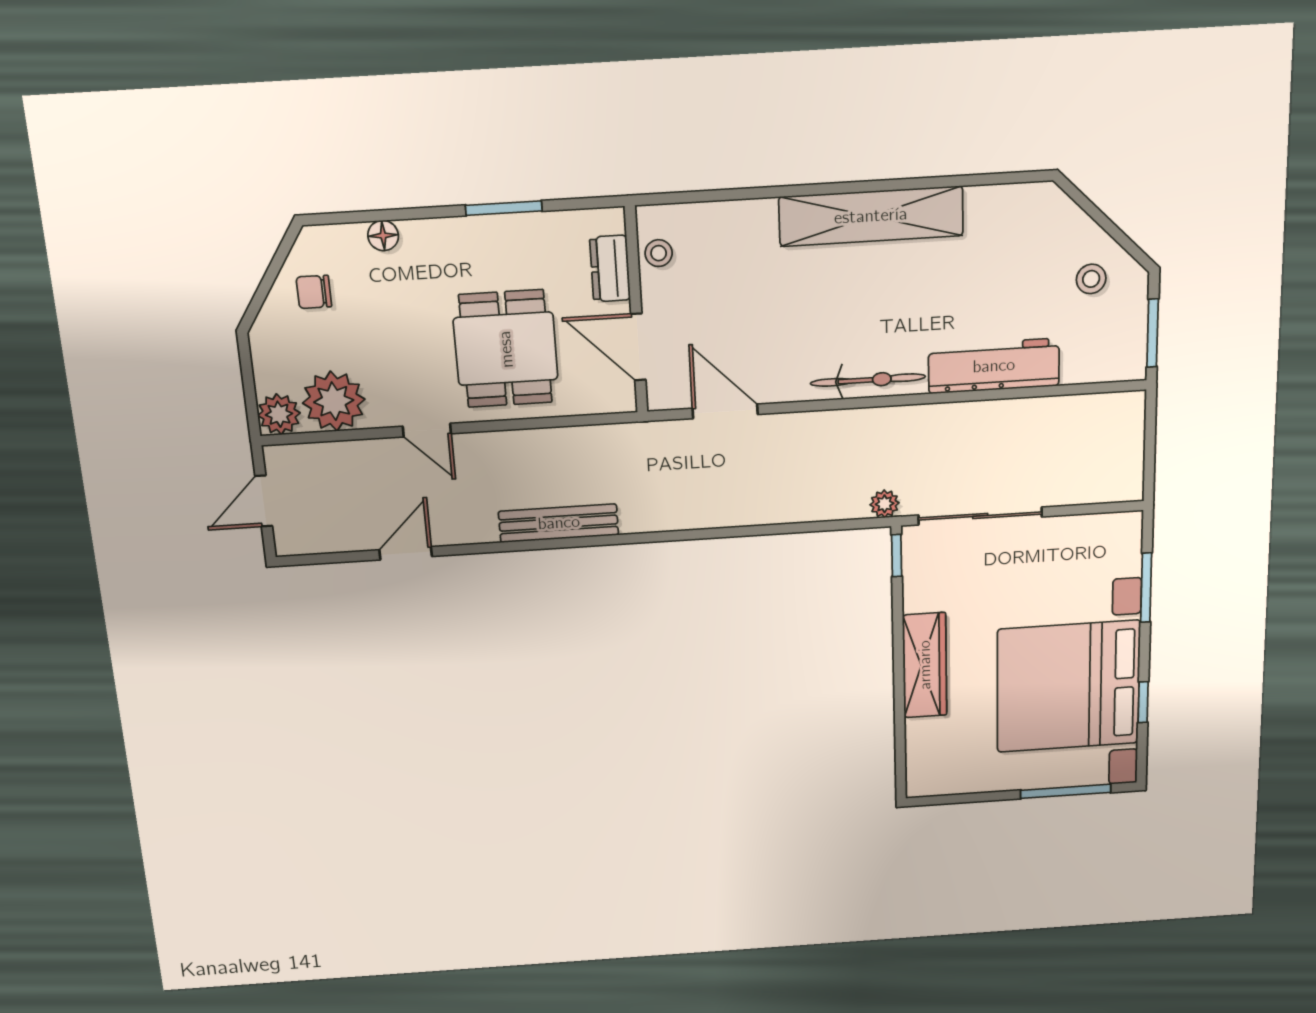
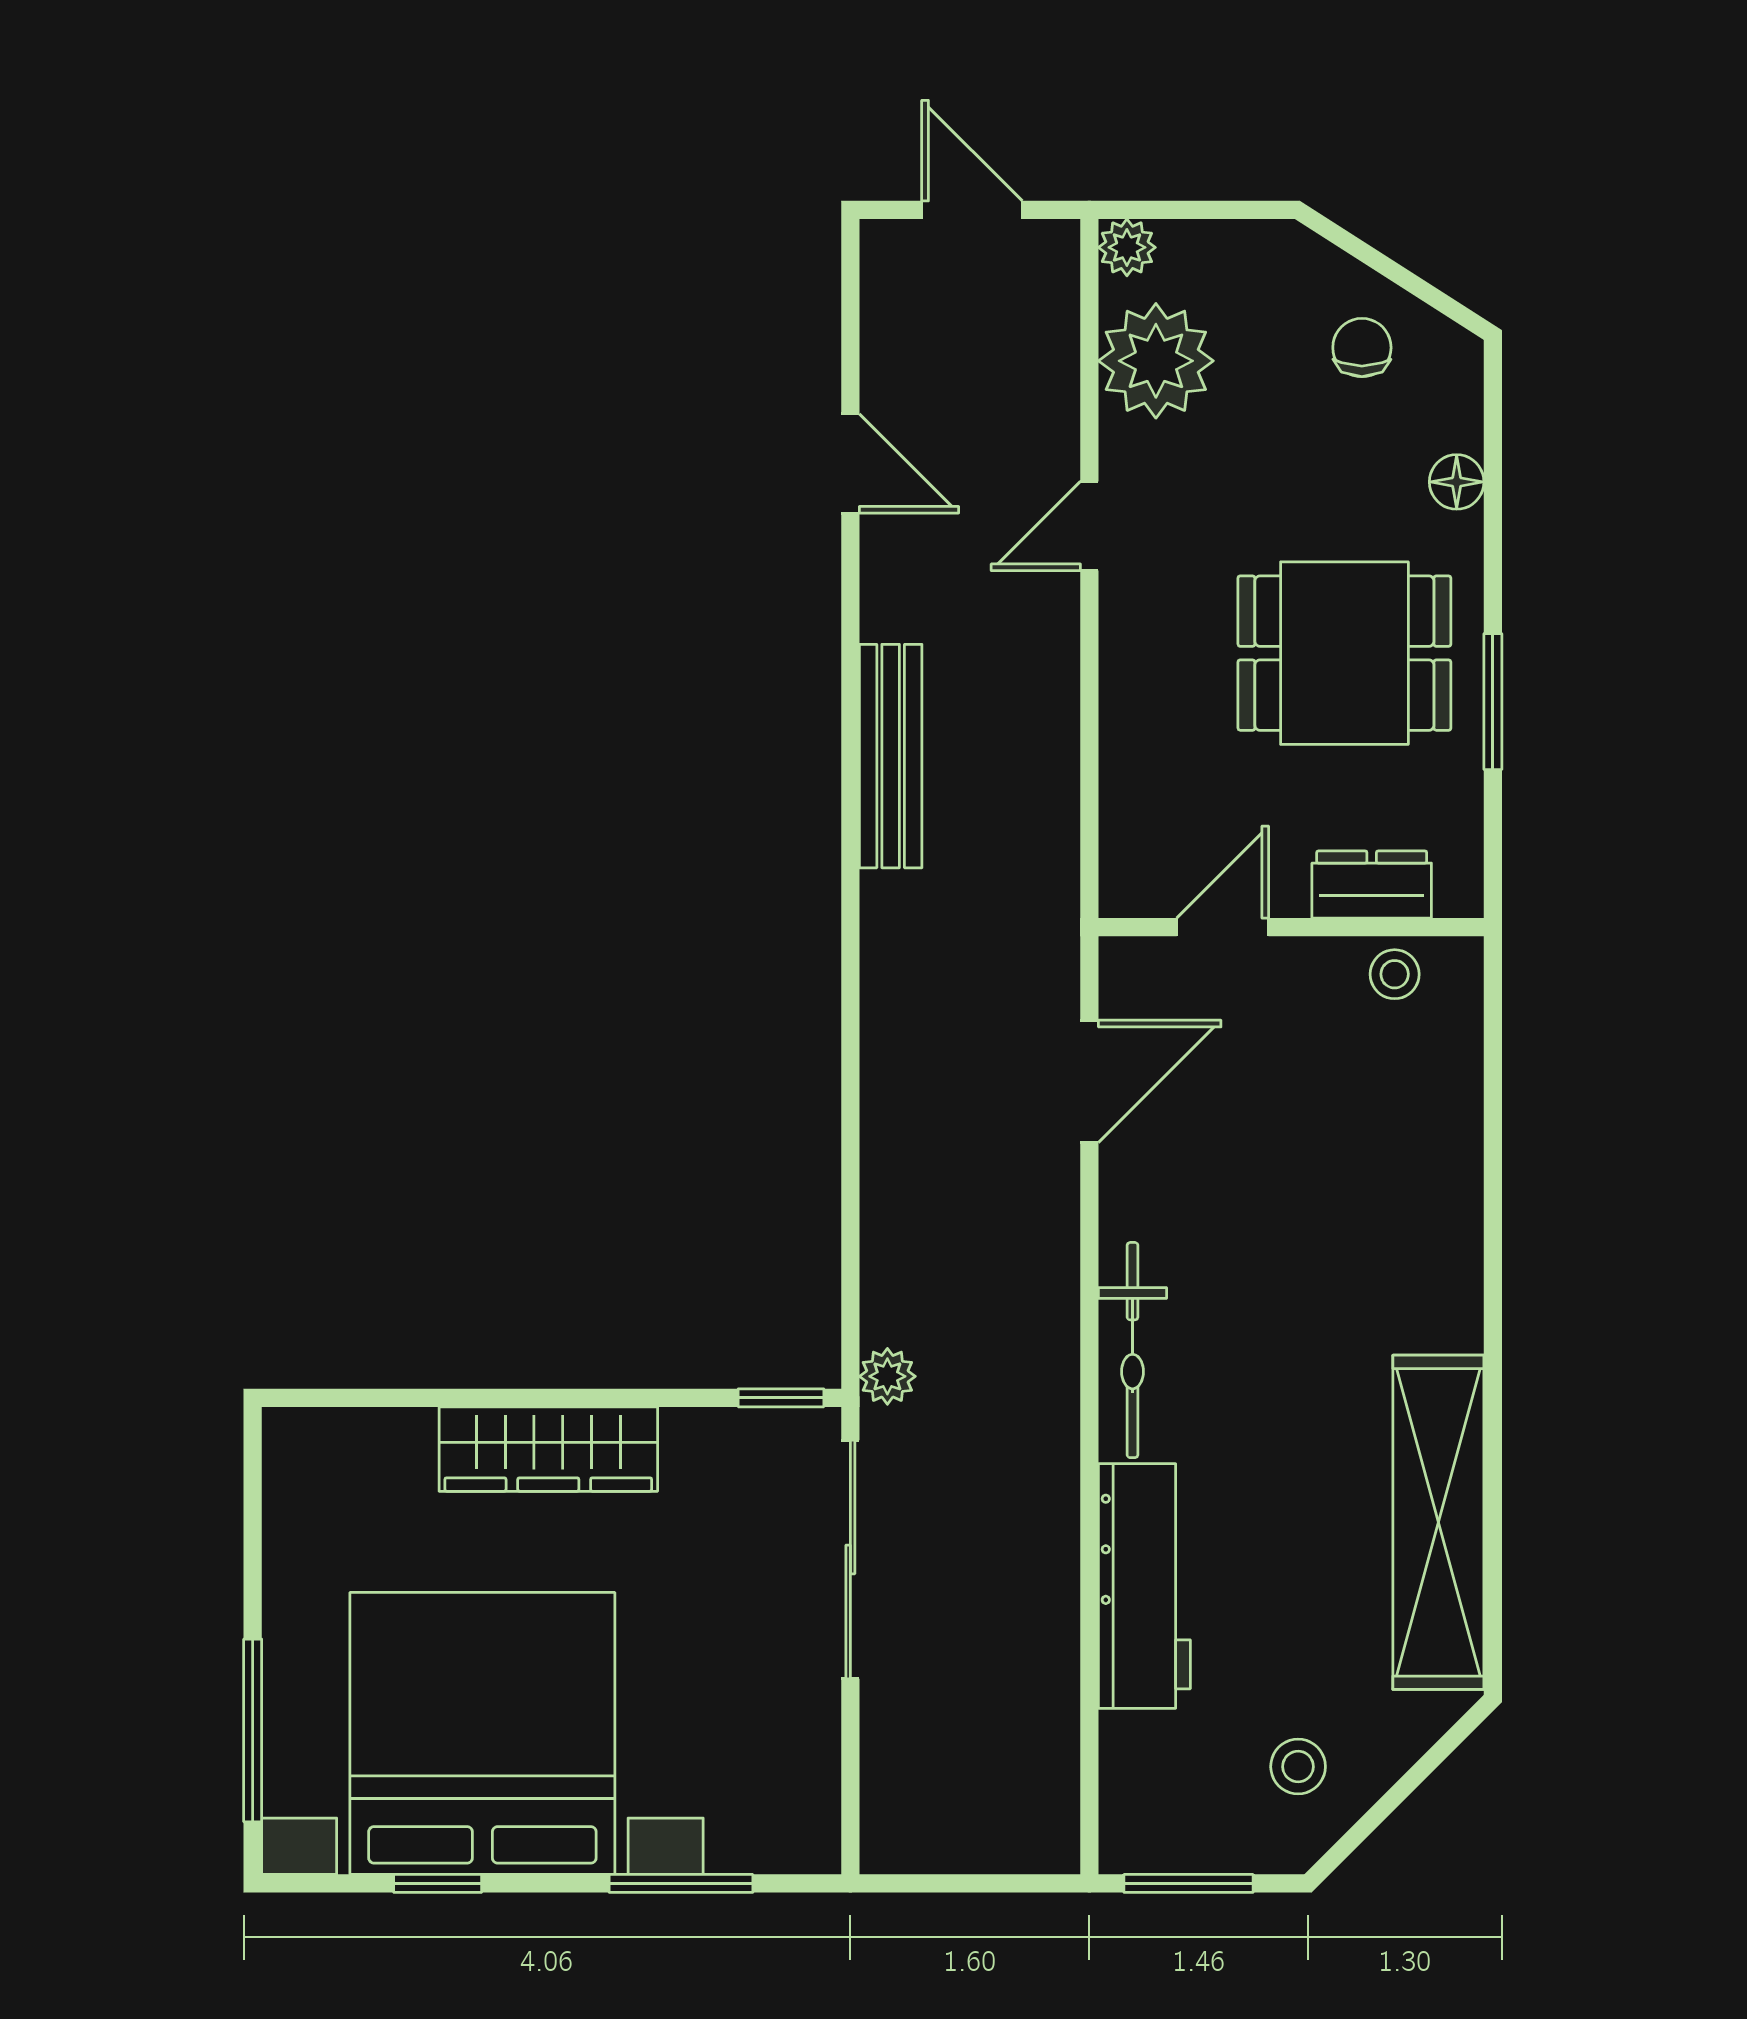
shelving: (871, 216) -> (1438, 1522), moved
door: (638, 347) -> (1223, 927), width x0.73
dining table: (506, 349) -> (1344, 653), moved
plant: (279, 414) -> (1127, 247), width x0.73, depth x0.73

